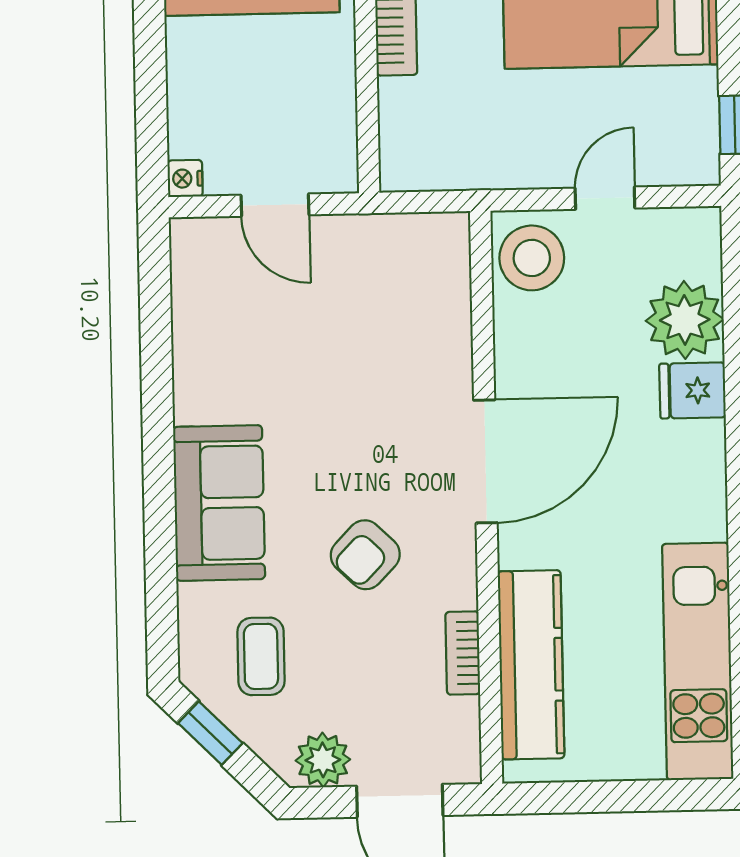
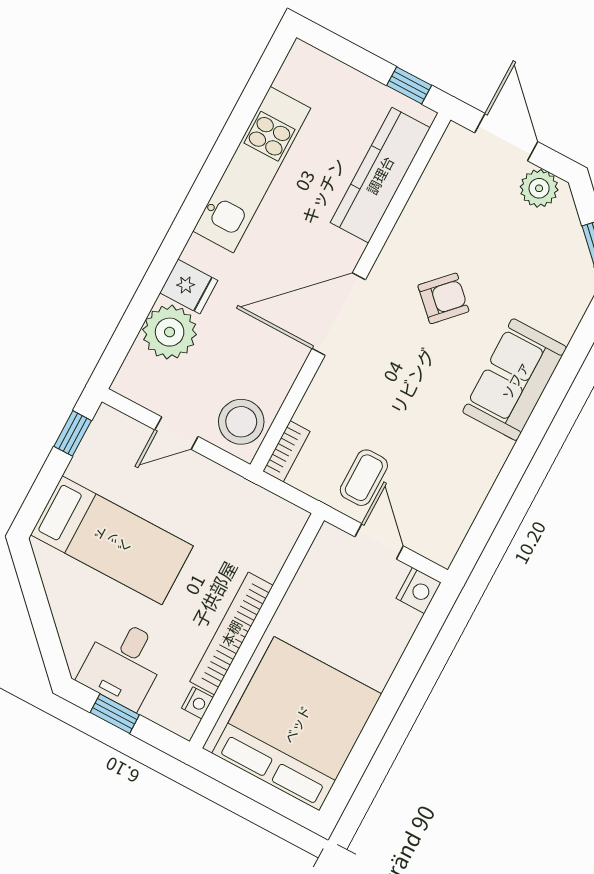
nightstand: (185, 179) -> (419, 590), width x1.39, depth x1.35
bookcase: (463, 653) -> (286, 451), moved
coffee table: (261, 656) -> (364, 478), moved
kitchen unit: (698, 661) -> (252, 170), moved
window: (558, 798) -> (409, 85), added

